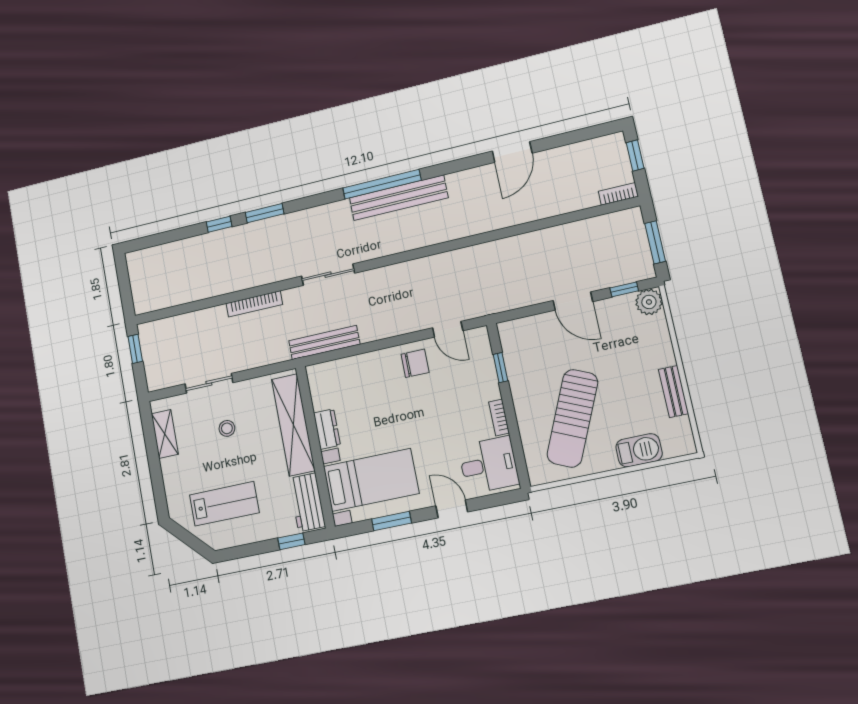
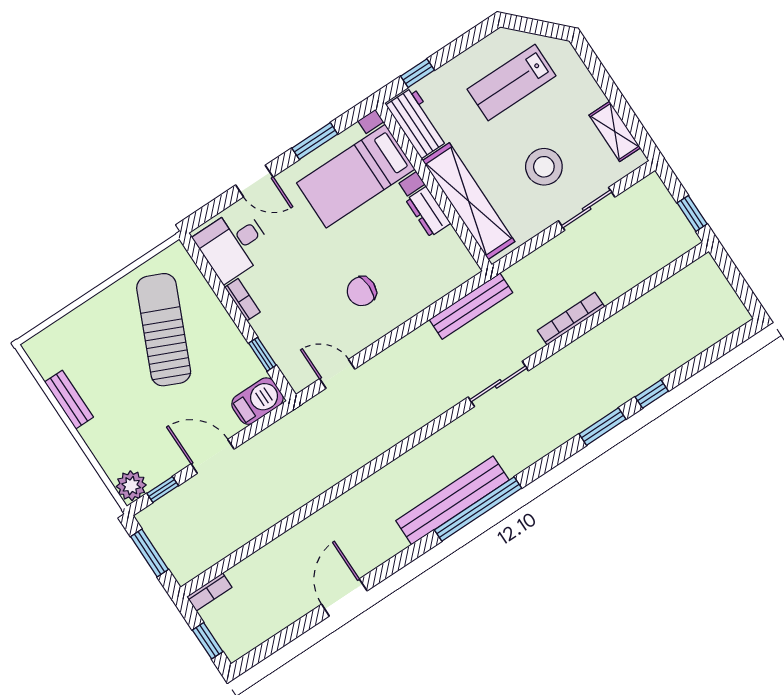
chair: (415, 363) -> (362, 291), moved
stool: (227, 428) -> (544, 167), width x1.89, depth x1.89
barbecue: (639, 450) -> (257, 401), moved, turned 180

